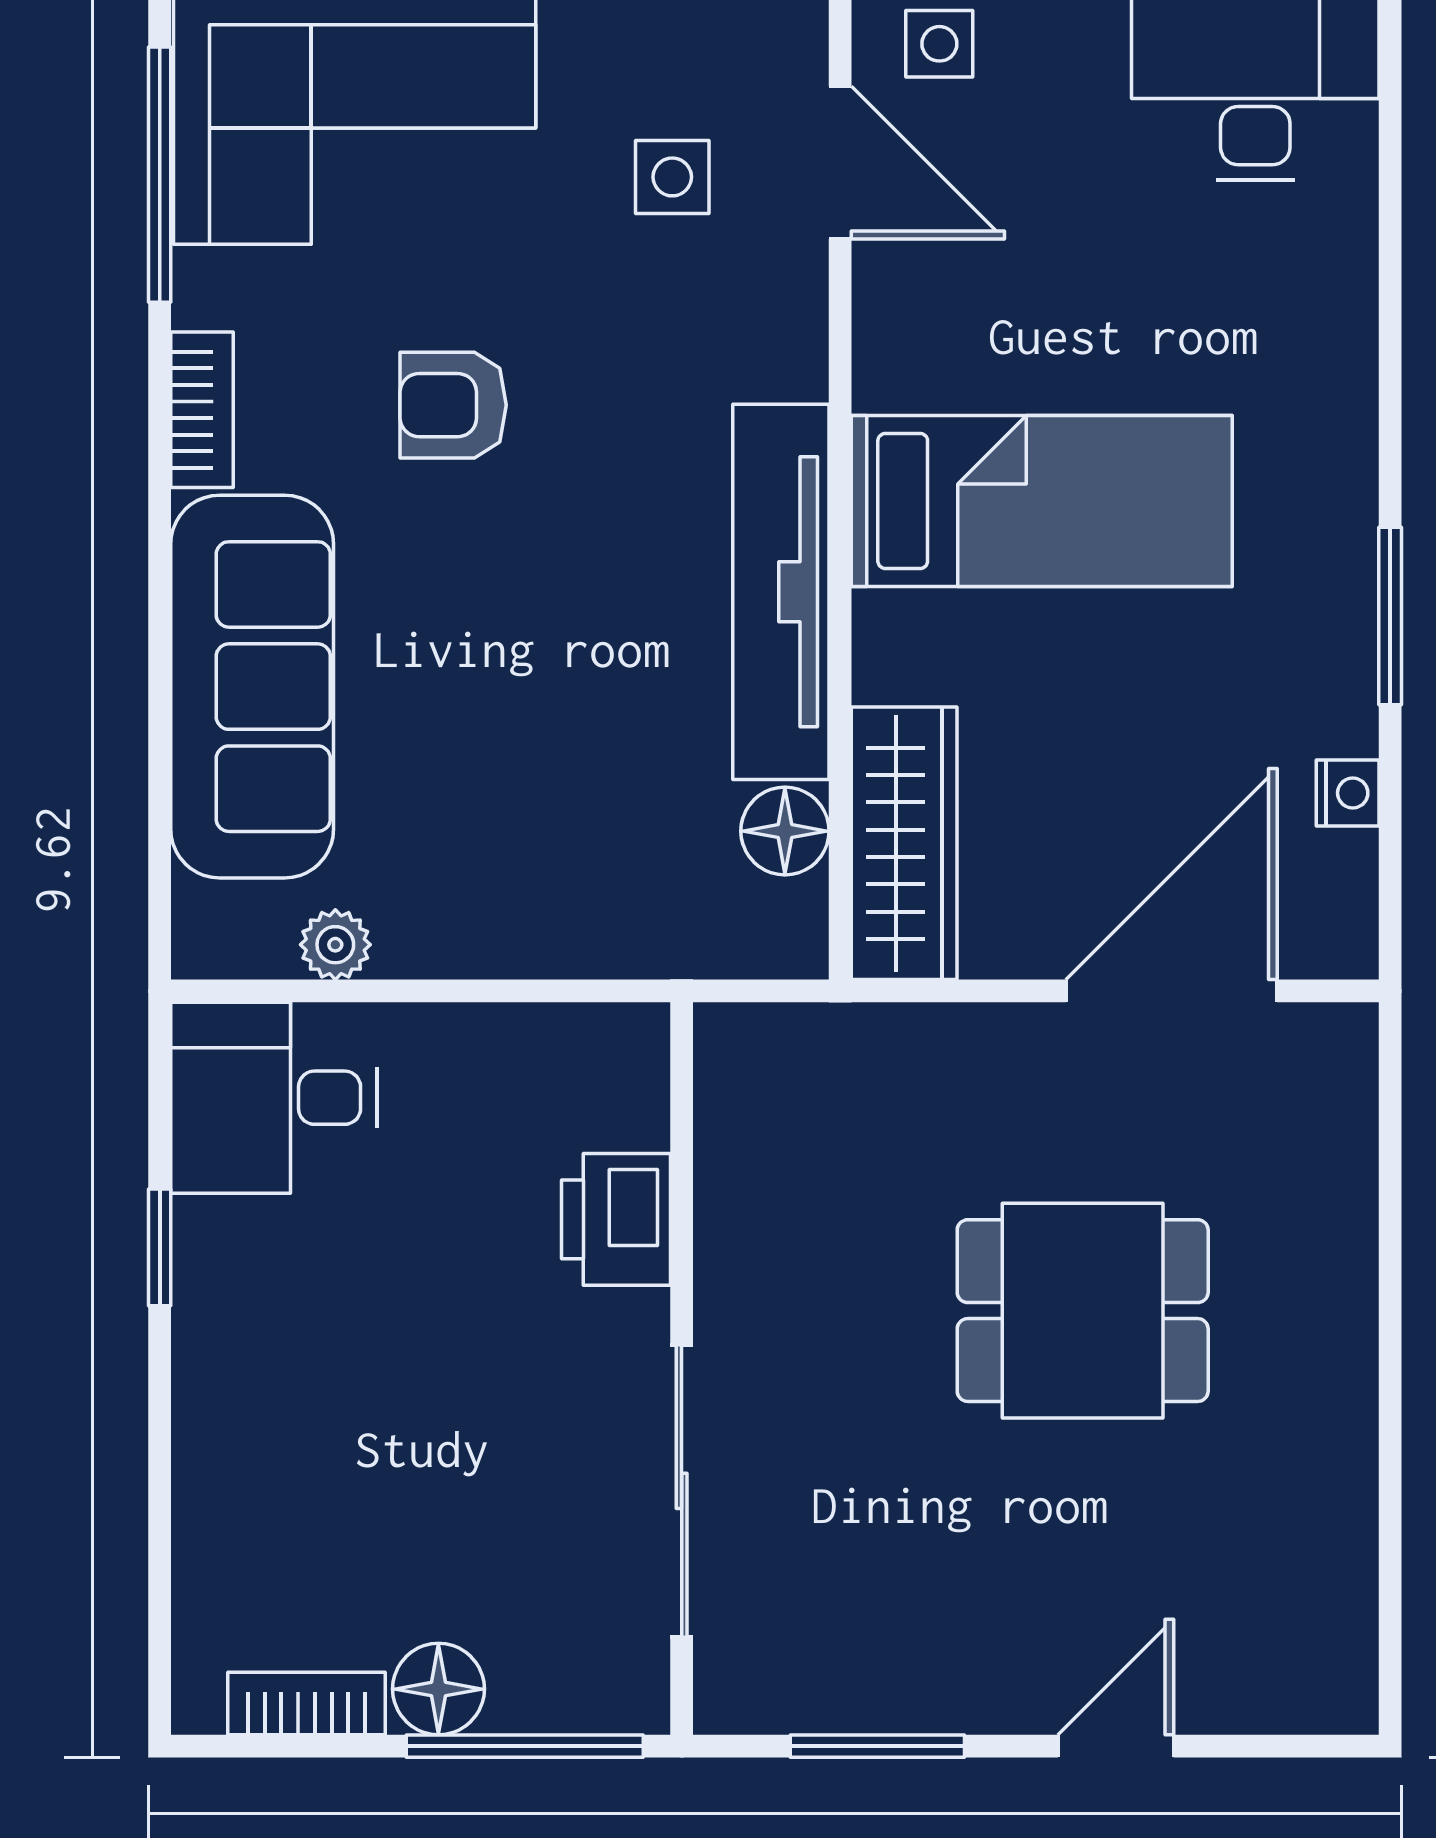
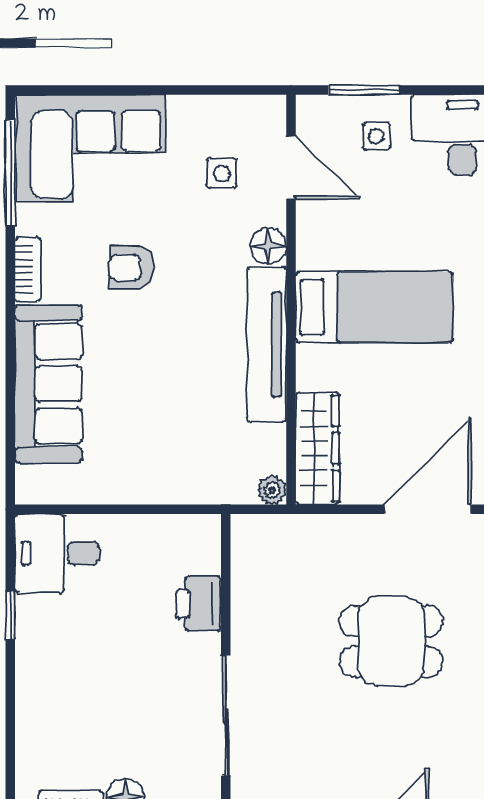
side table: (939, 44) -> (376, 136), moved
floor lamp: (785, 831) -> (268, 246), moved
plant: (335, 945) -> (272, 490), moved

